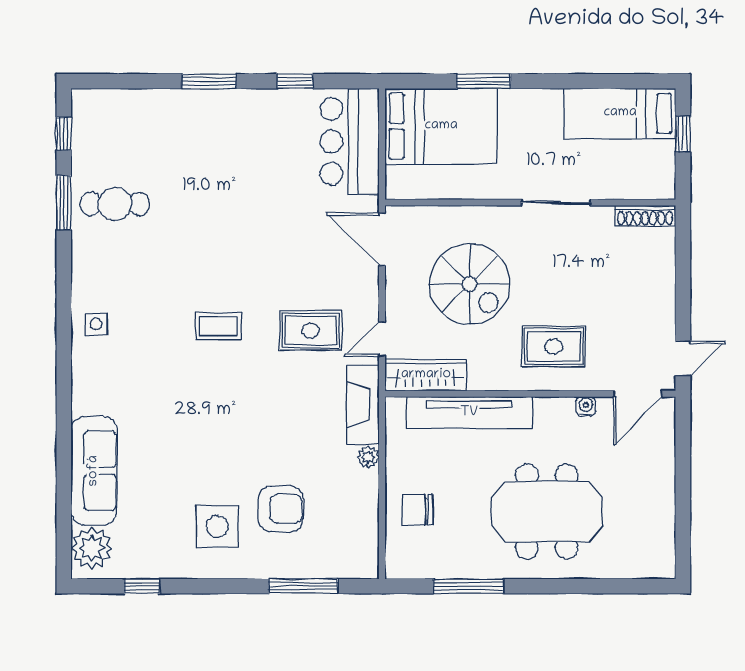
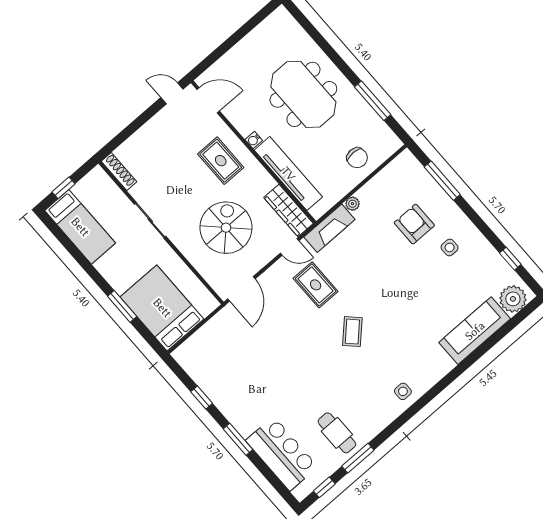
bar counter: (350, 141) -> (282, 454), moved, turned -90
coffee table: (218, 326) -> (352, 332), turned 45
water cooler: (586, 406) -> (254, 140), moved
side table: (217, 526) -> (450, 247), width x0.54, depth x0.54

